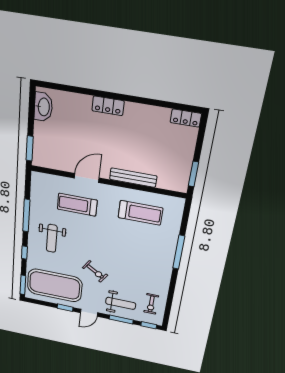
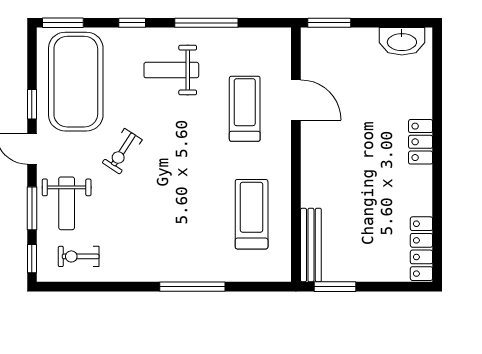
locker: (186, 118) -> (421, 249), width x1.53
door: (87, 178) -> (296, 100), moved
bench: (133, 178) -> (311, 245), moved
treadmill: (140, 213) -> (252, 214), turned 180

